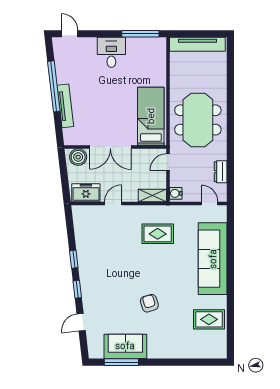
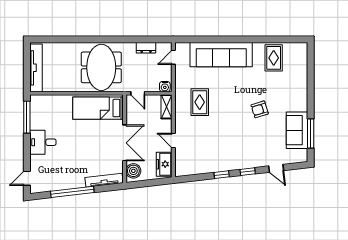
tv unit: (65, 106) -> (104, 180), moved
meeting table: (198, 120) -> (101, 67), turned 90

